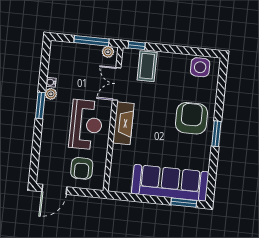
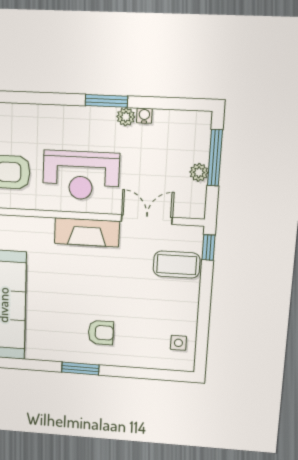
window: (92, 41) -> (215, 158), moved
plant: (108, 52) -> (199, 172), moved
side table: (200, 67) -> (178, 343), width x0.54, depth x0.54
armchair: (191, 118) -> (101, 333), width x0.53, depth x0.53

